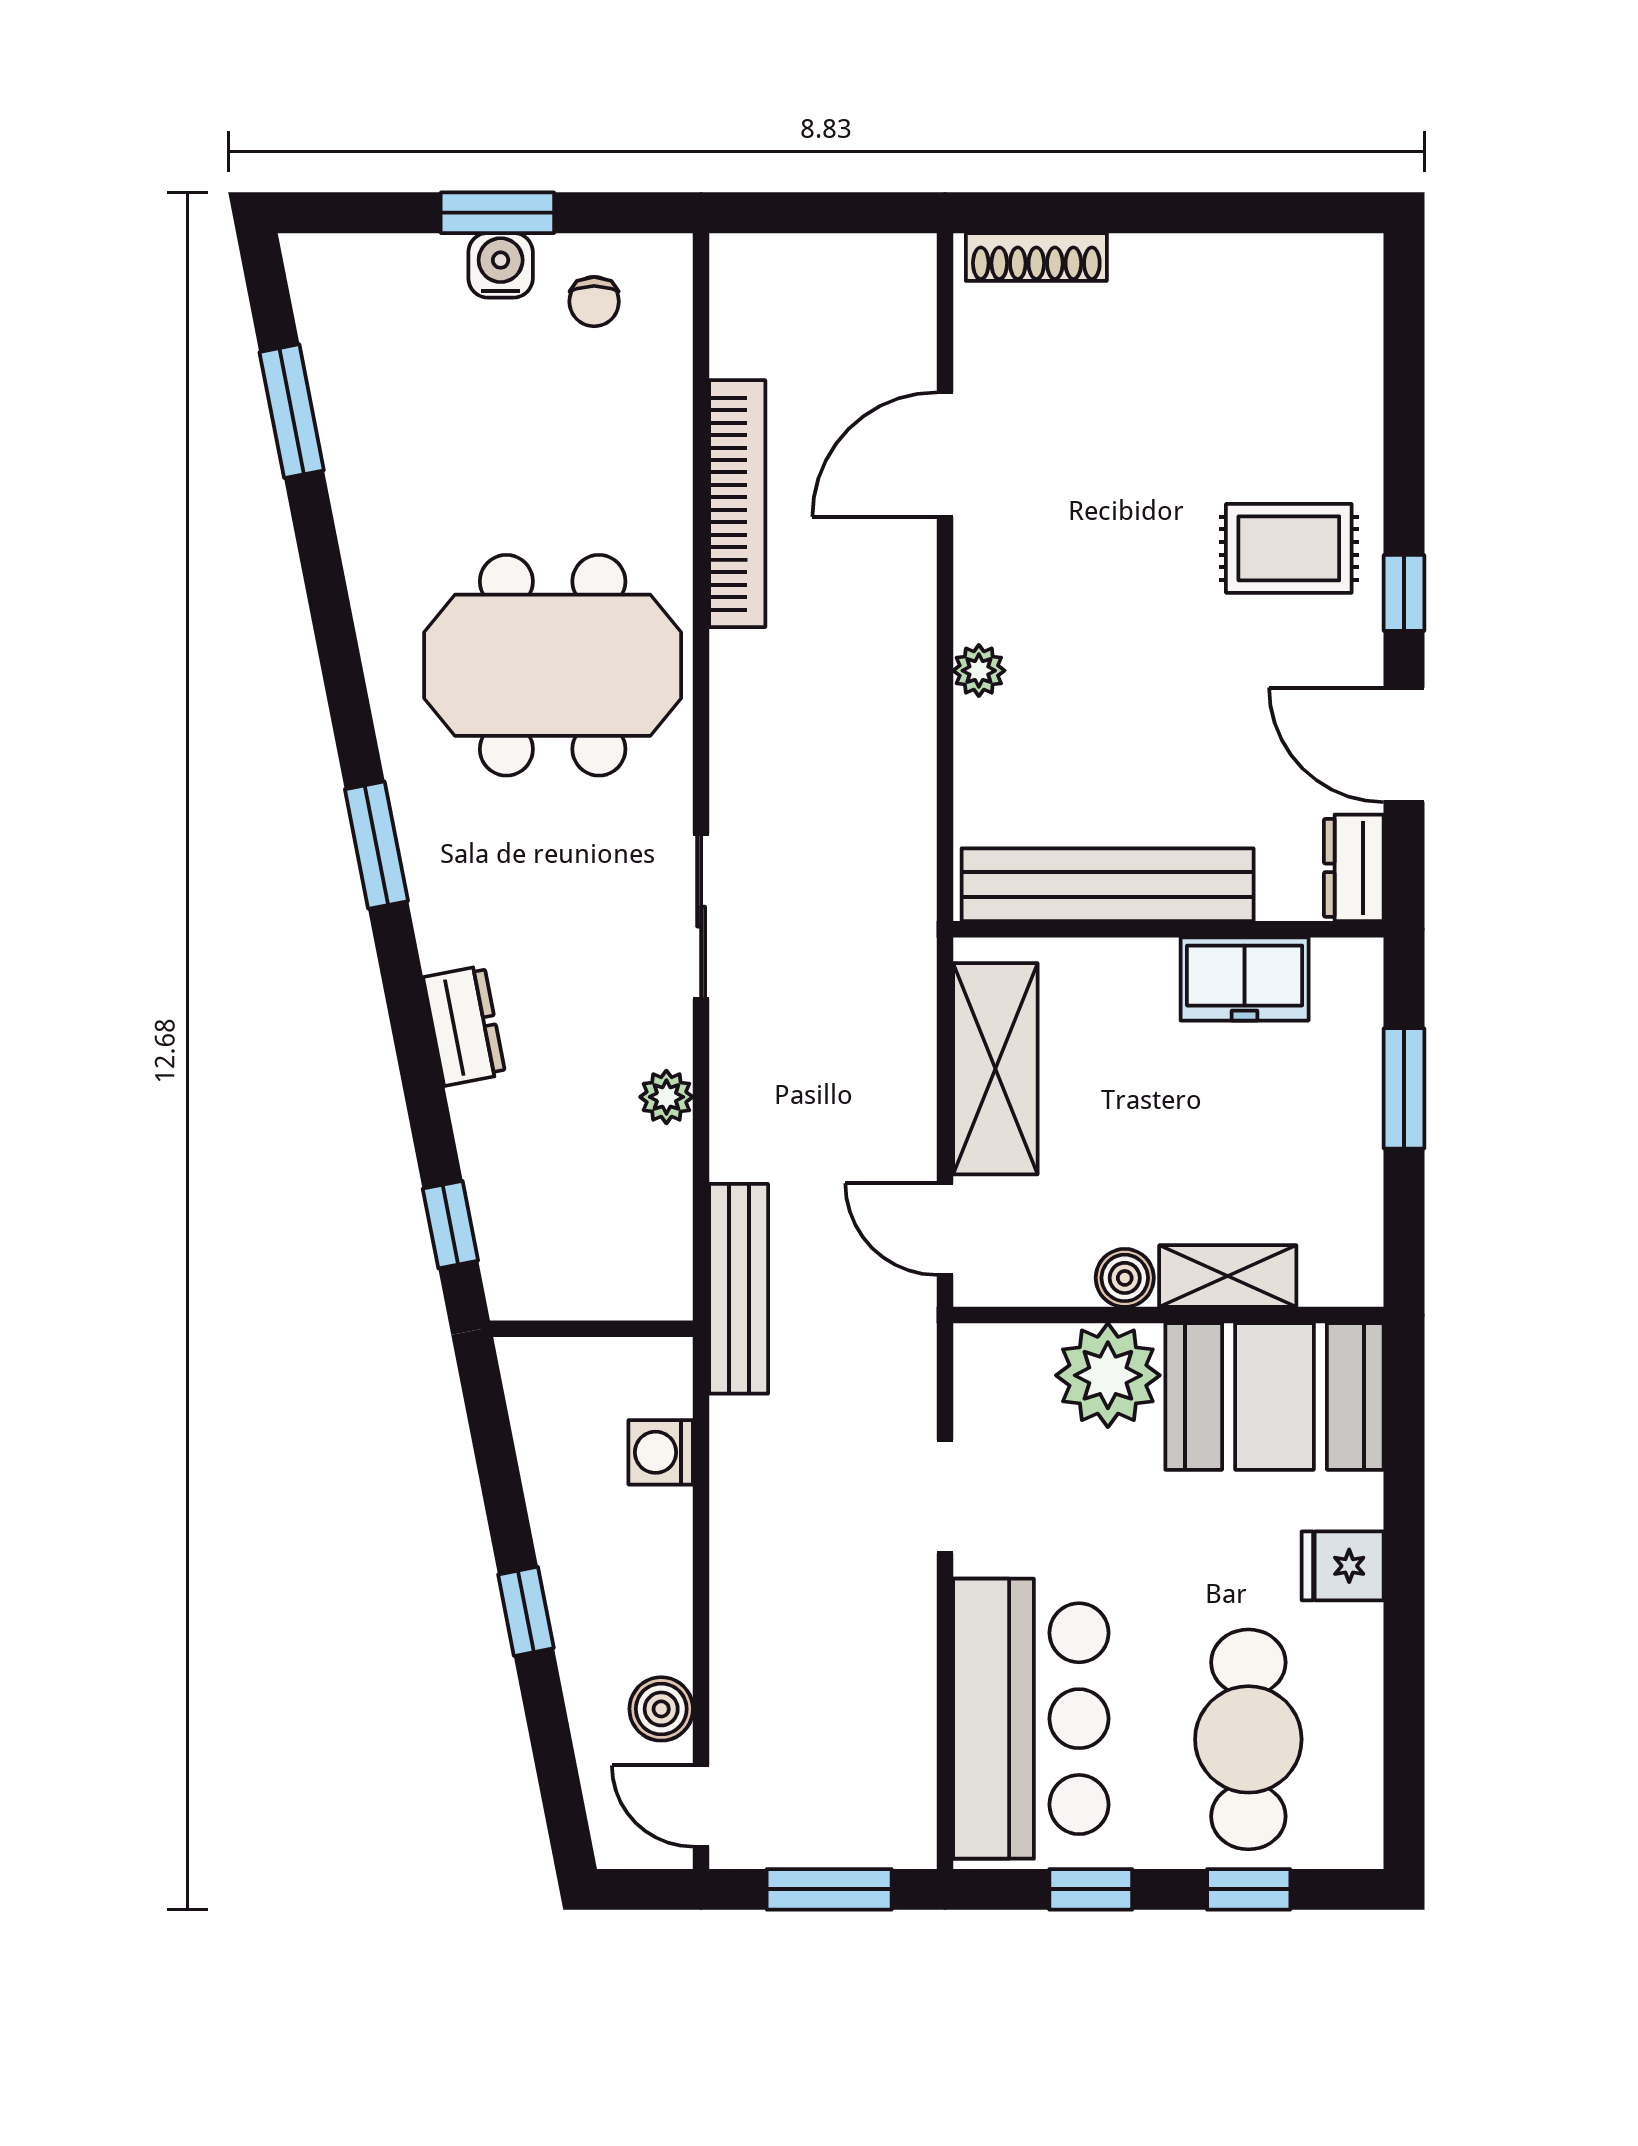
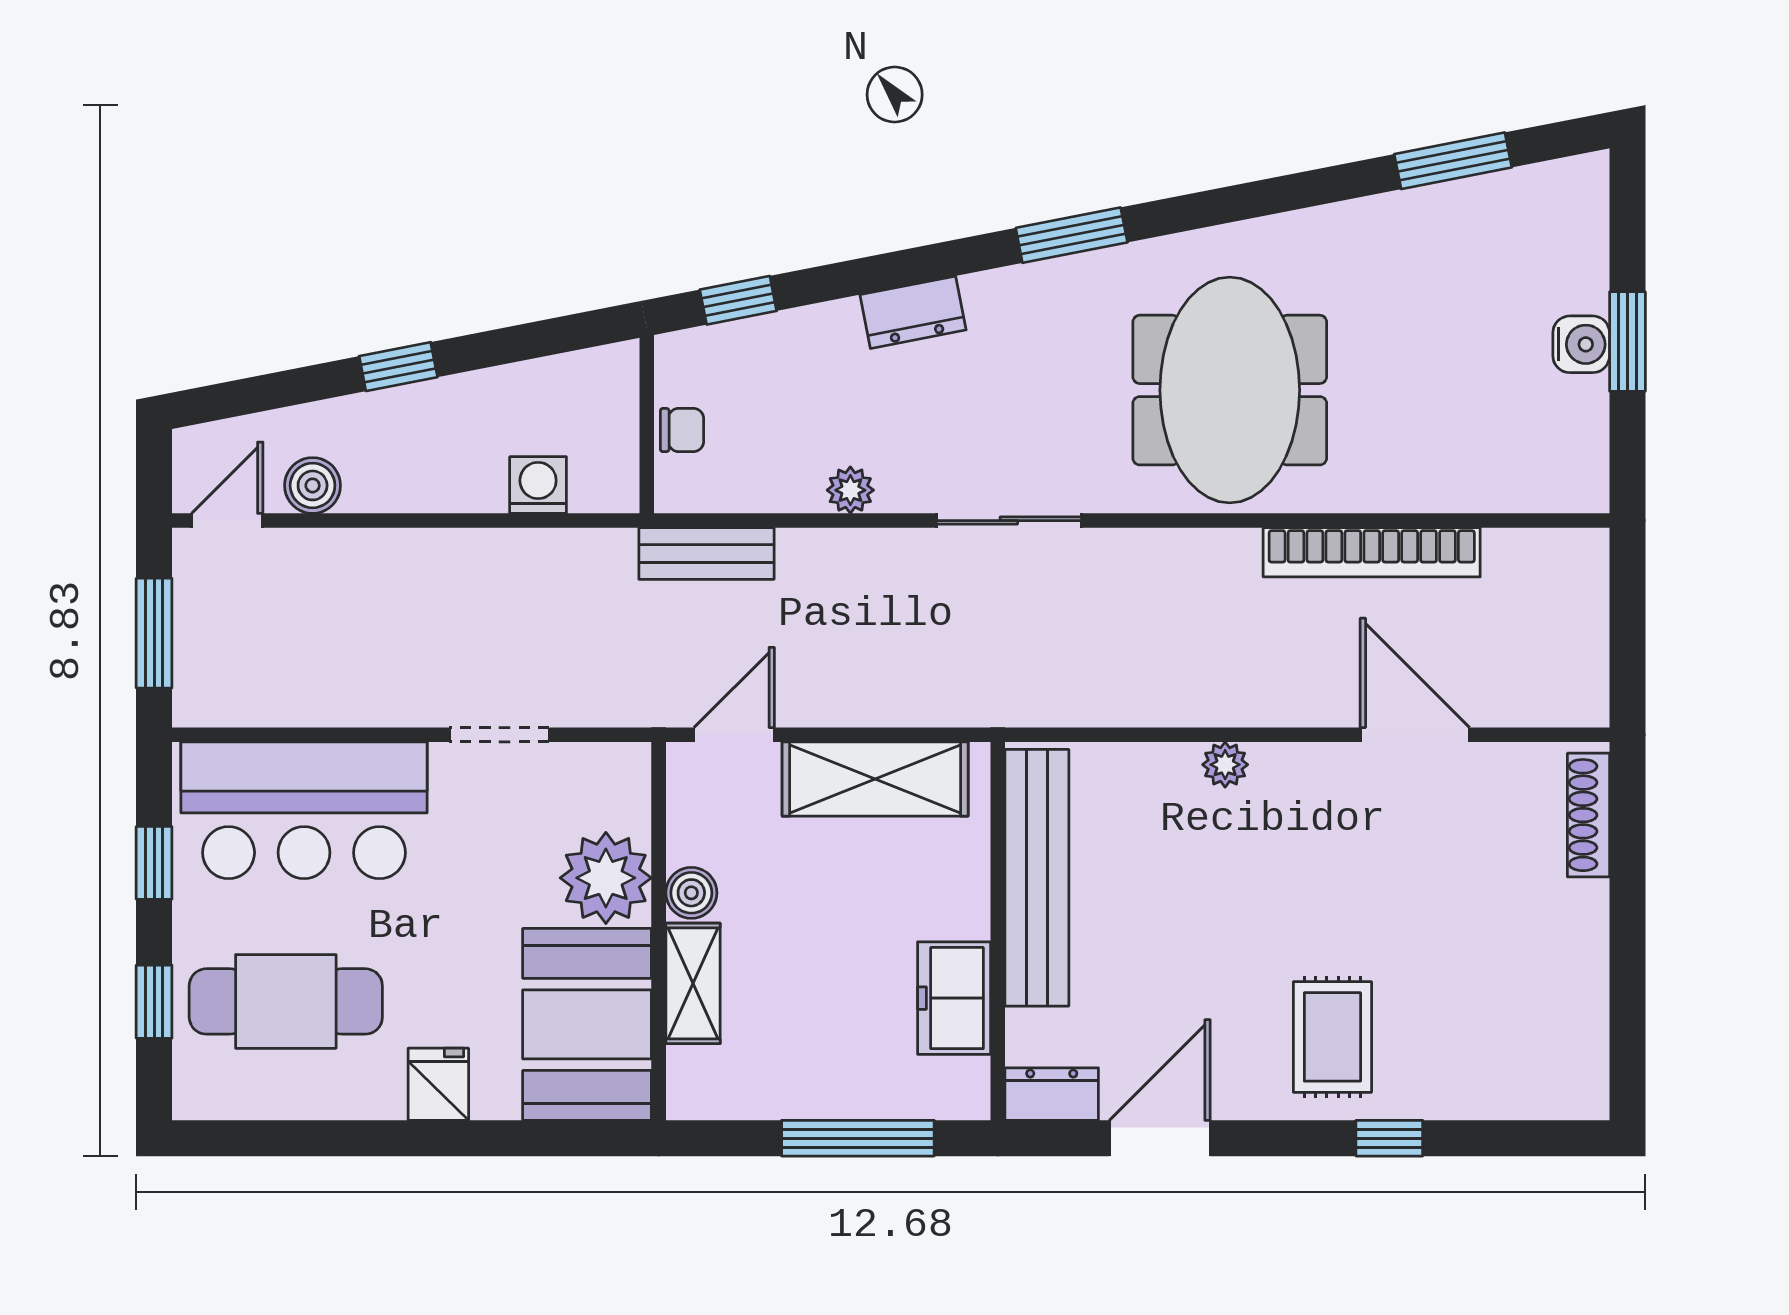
chair: (594, 302) -> (682, 430), moved, turned 180
window: (1404, 593) -> (1389, 1138), moved
window: (1404, 1088) -> (858, 1138), width x1.44
bench: (739, 1289) -> (706, 553), width x0.73

